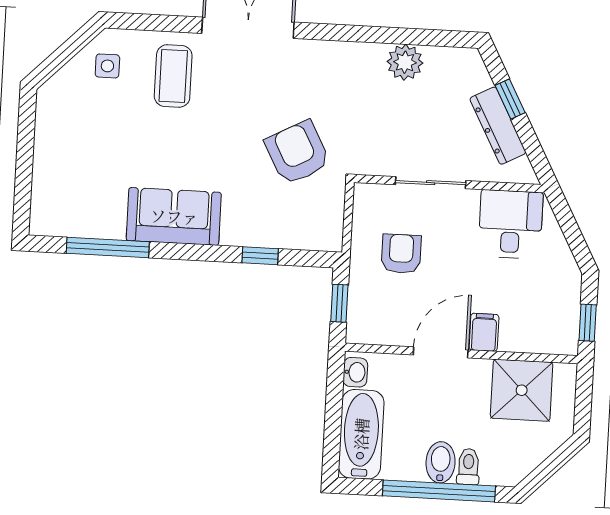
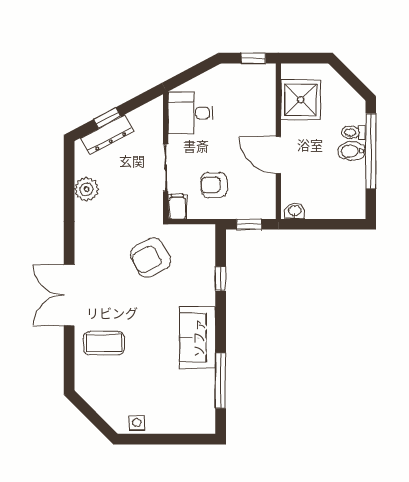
side table: (107, 66) -> (137, 423), moved
dresser: (498, 126) -> (107, 135), moved
filing cabinet: (484, 332) -> (177, 207), moved, turned 90
bathtub: (361, 434) -> (336, 205), removed

